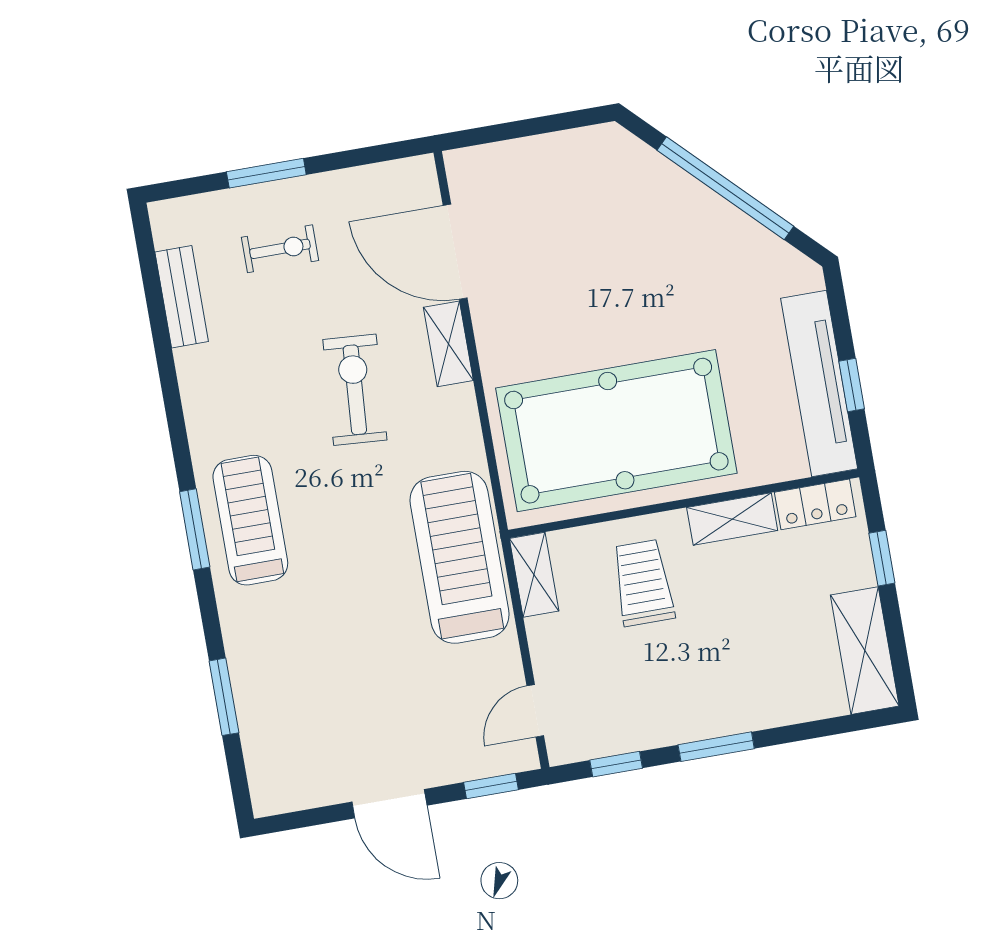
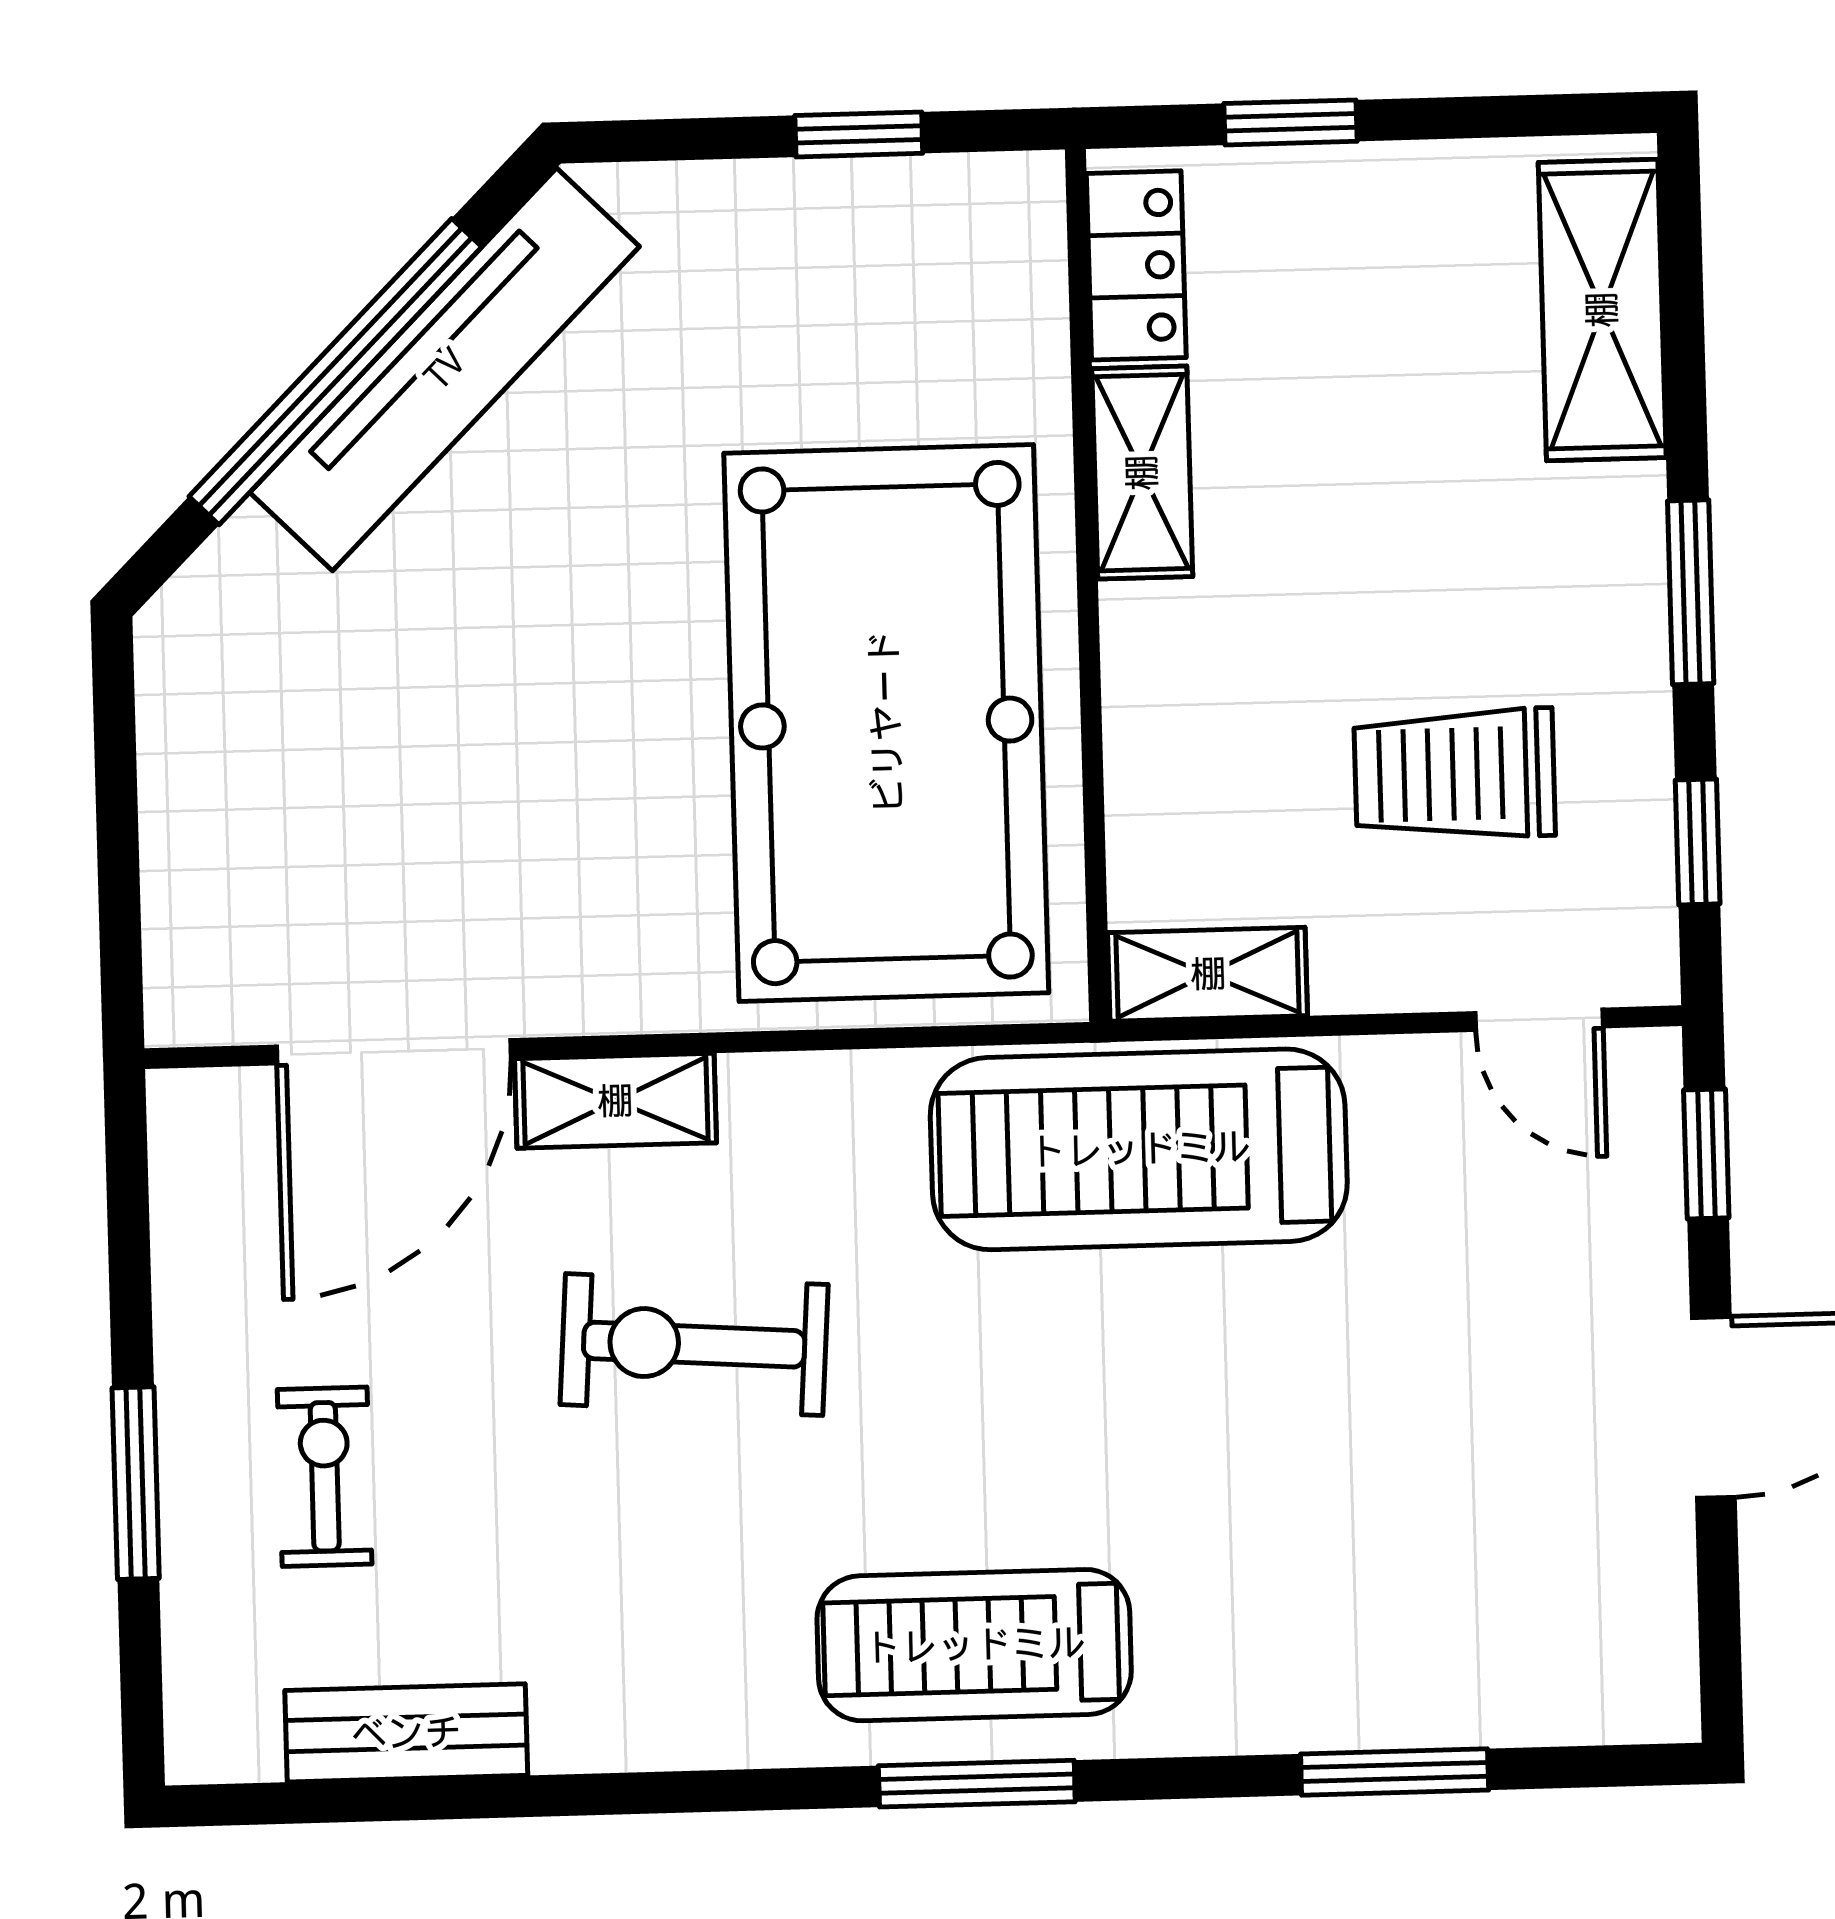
tv unit: (819, 383) -> (445, 369), moved, turned -45
trolley: (643, 583) -> (1455, 774), moved
shelving: (865, 651) -> (1602, 310), moved, turned 90

